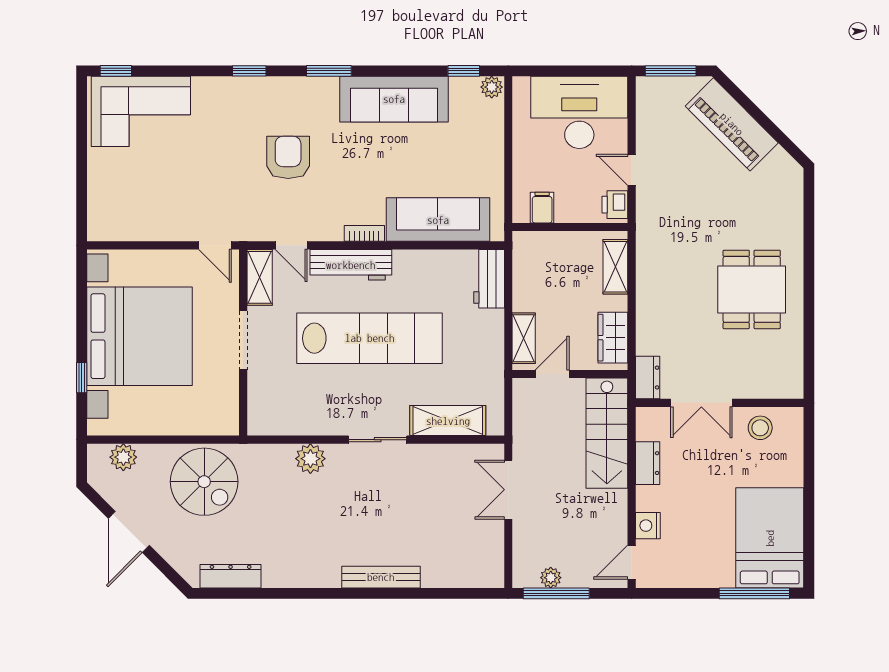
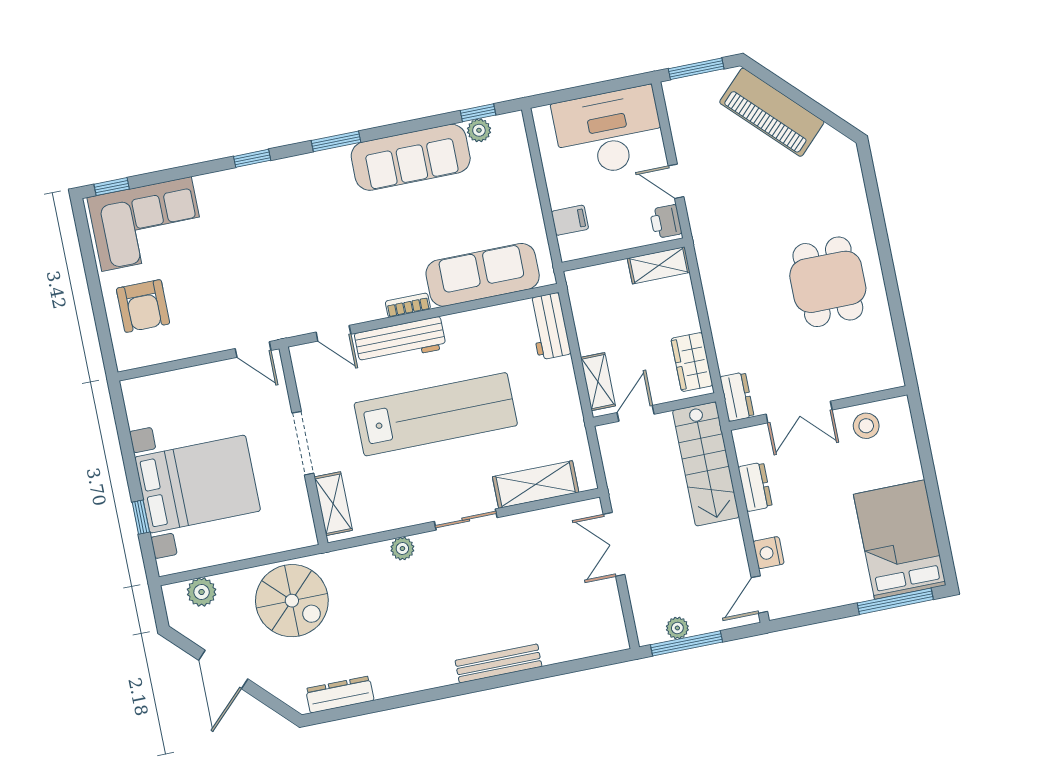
plant: (492, 87) -> (479, 130), moved
armchair: (288, 157) -> (143, 306), moved, turned 180
filing cabinet: (542, 208) -> (570, 220), moved, turned 90
shelving: (615, 267) -> (659, 265), moved, turned 90
shelving: (260, 277) -> (333, 504), moved
bed with nightstands: (140, 336) -> (198, 484), width x0.73
plant: (310, 459) -> (402, 549), width x0.73, depth x0.73

